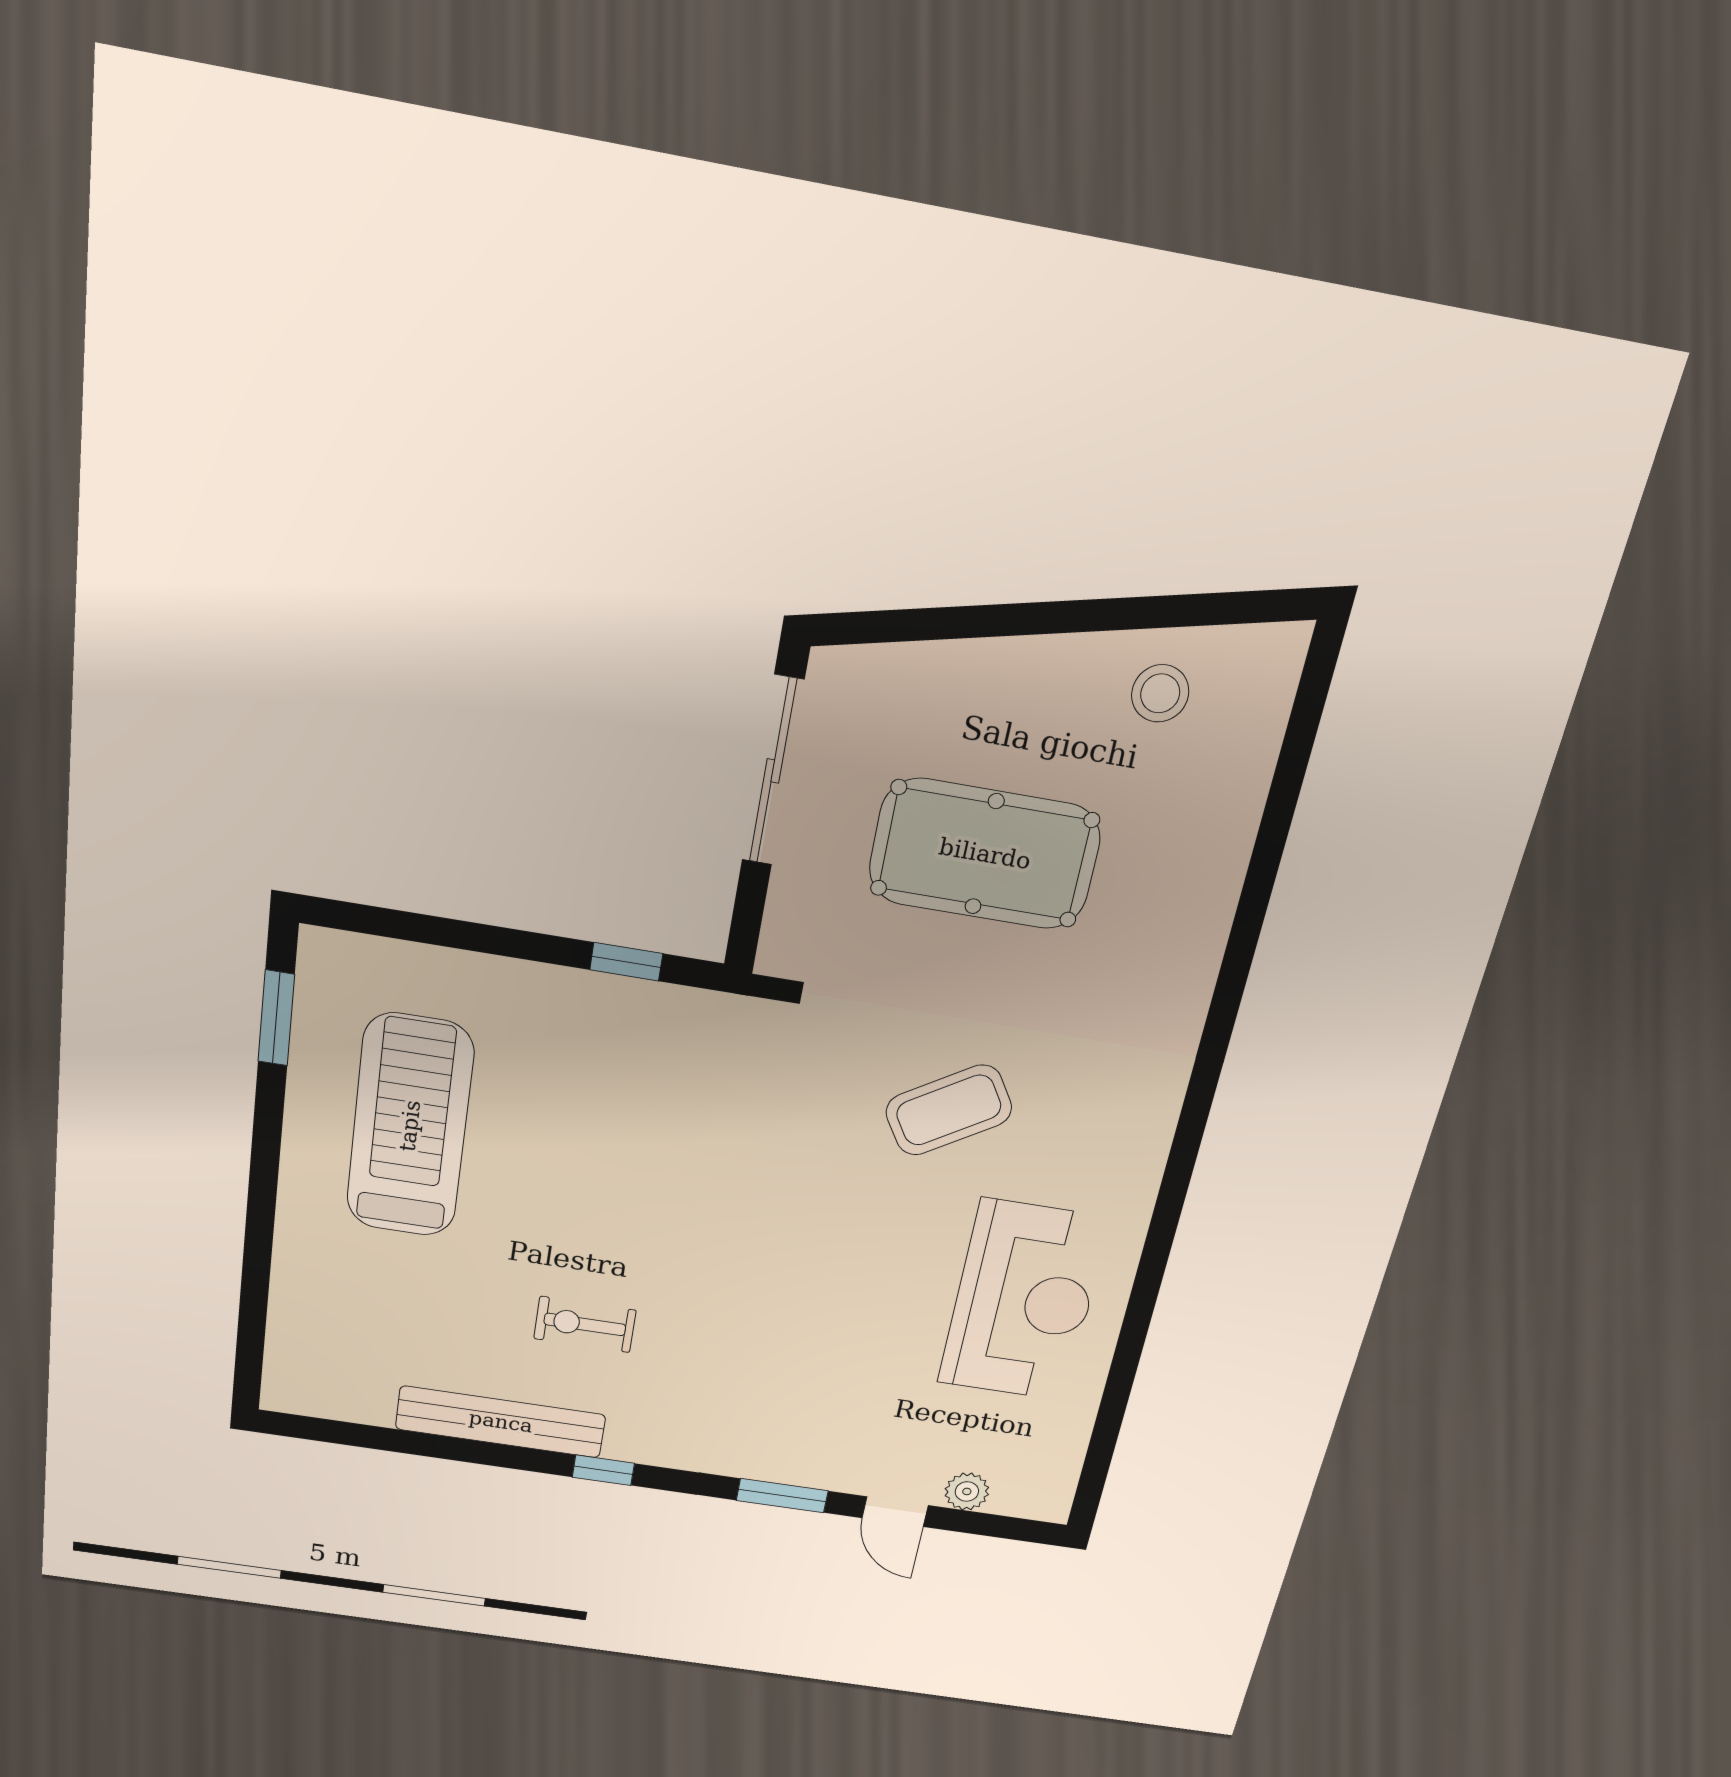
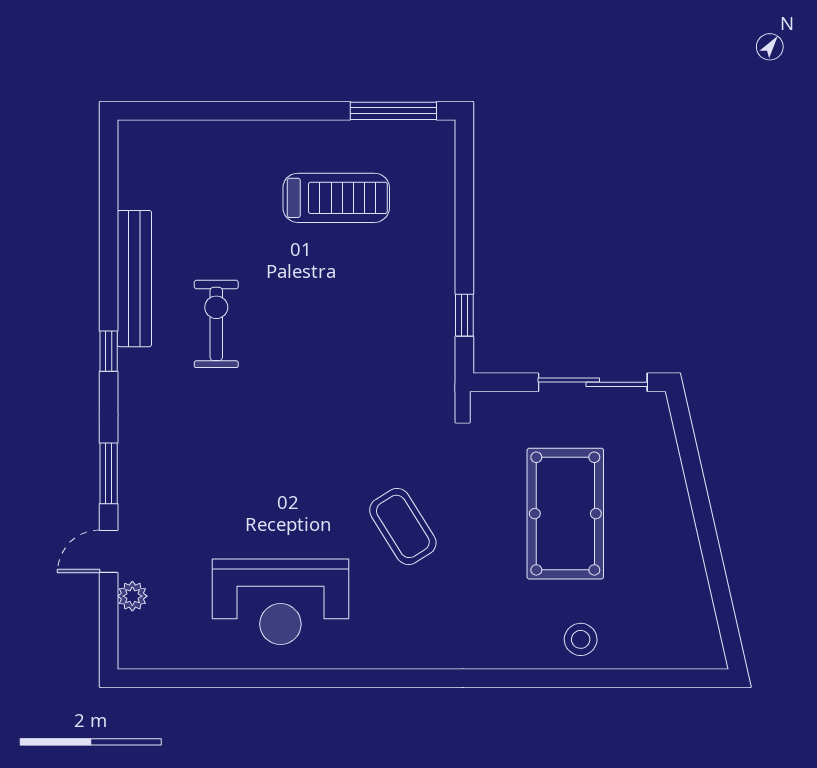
stool: (1160, 693) -> (581, 639), moved
window: (276, 1018) -> (393, 111), width x1.44
treadmill: (410, 1126) -> (336, 198), width x0.73, depth x0.73
exercise bike: (585, 1324) -> (216, 324), width x1.38, depth x1.39

